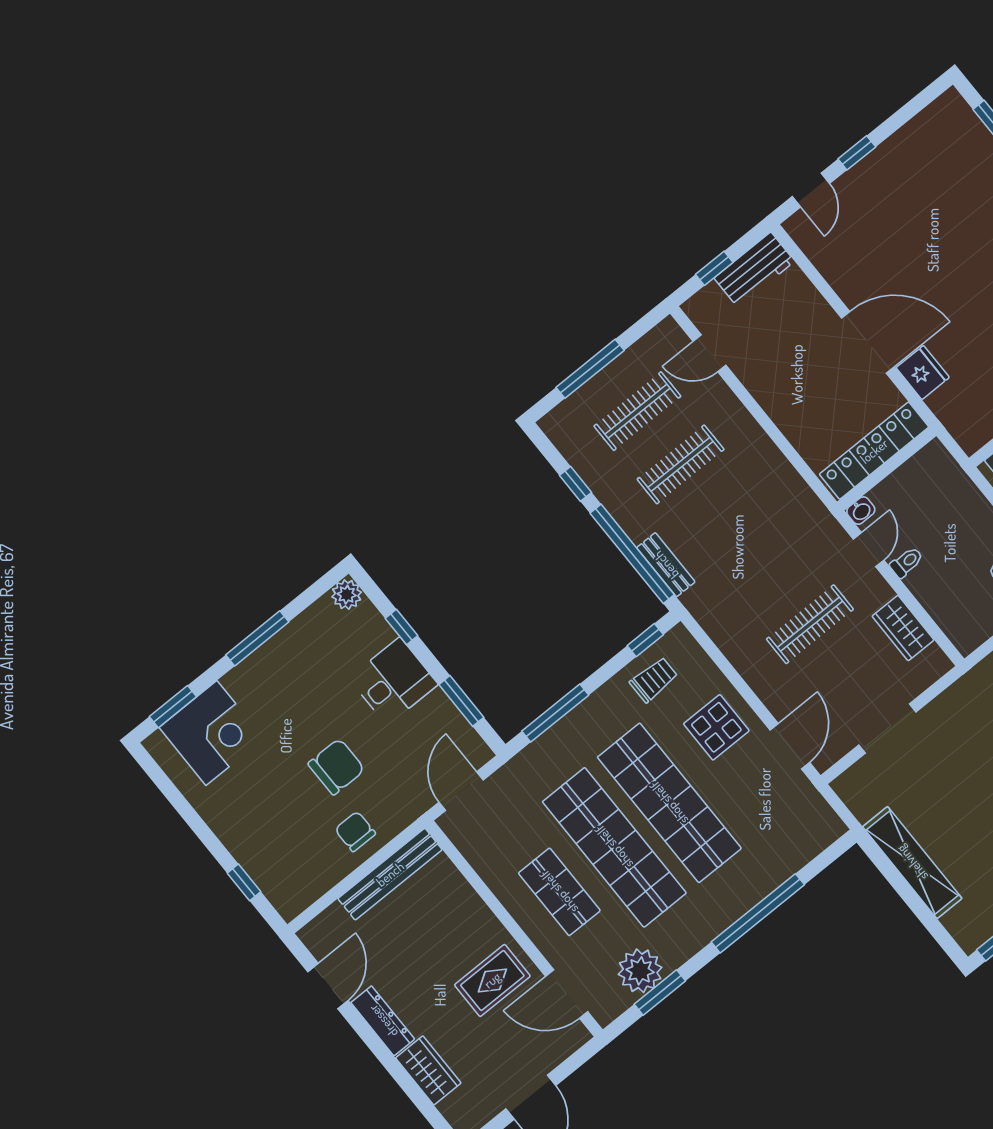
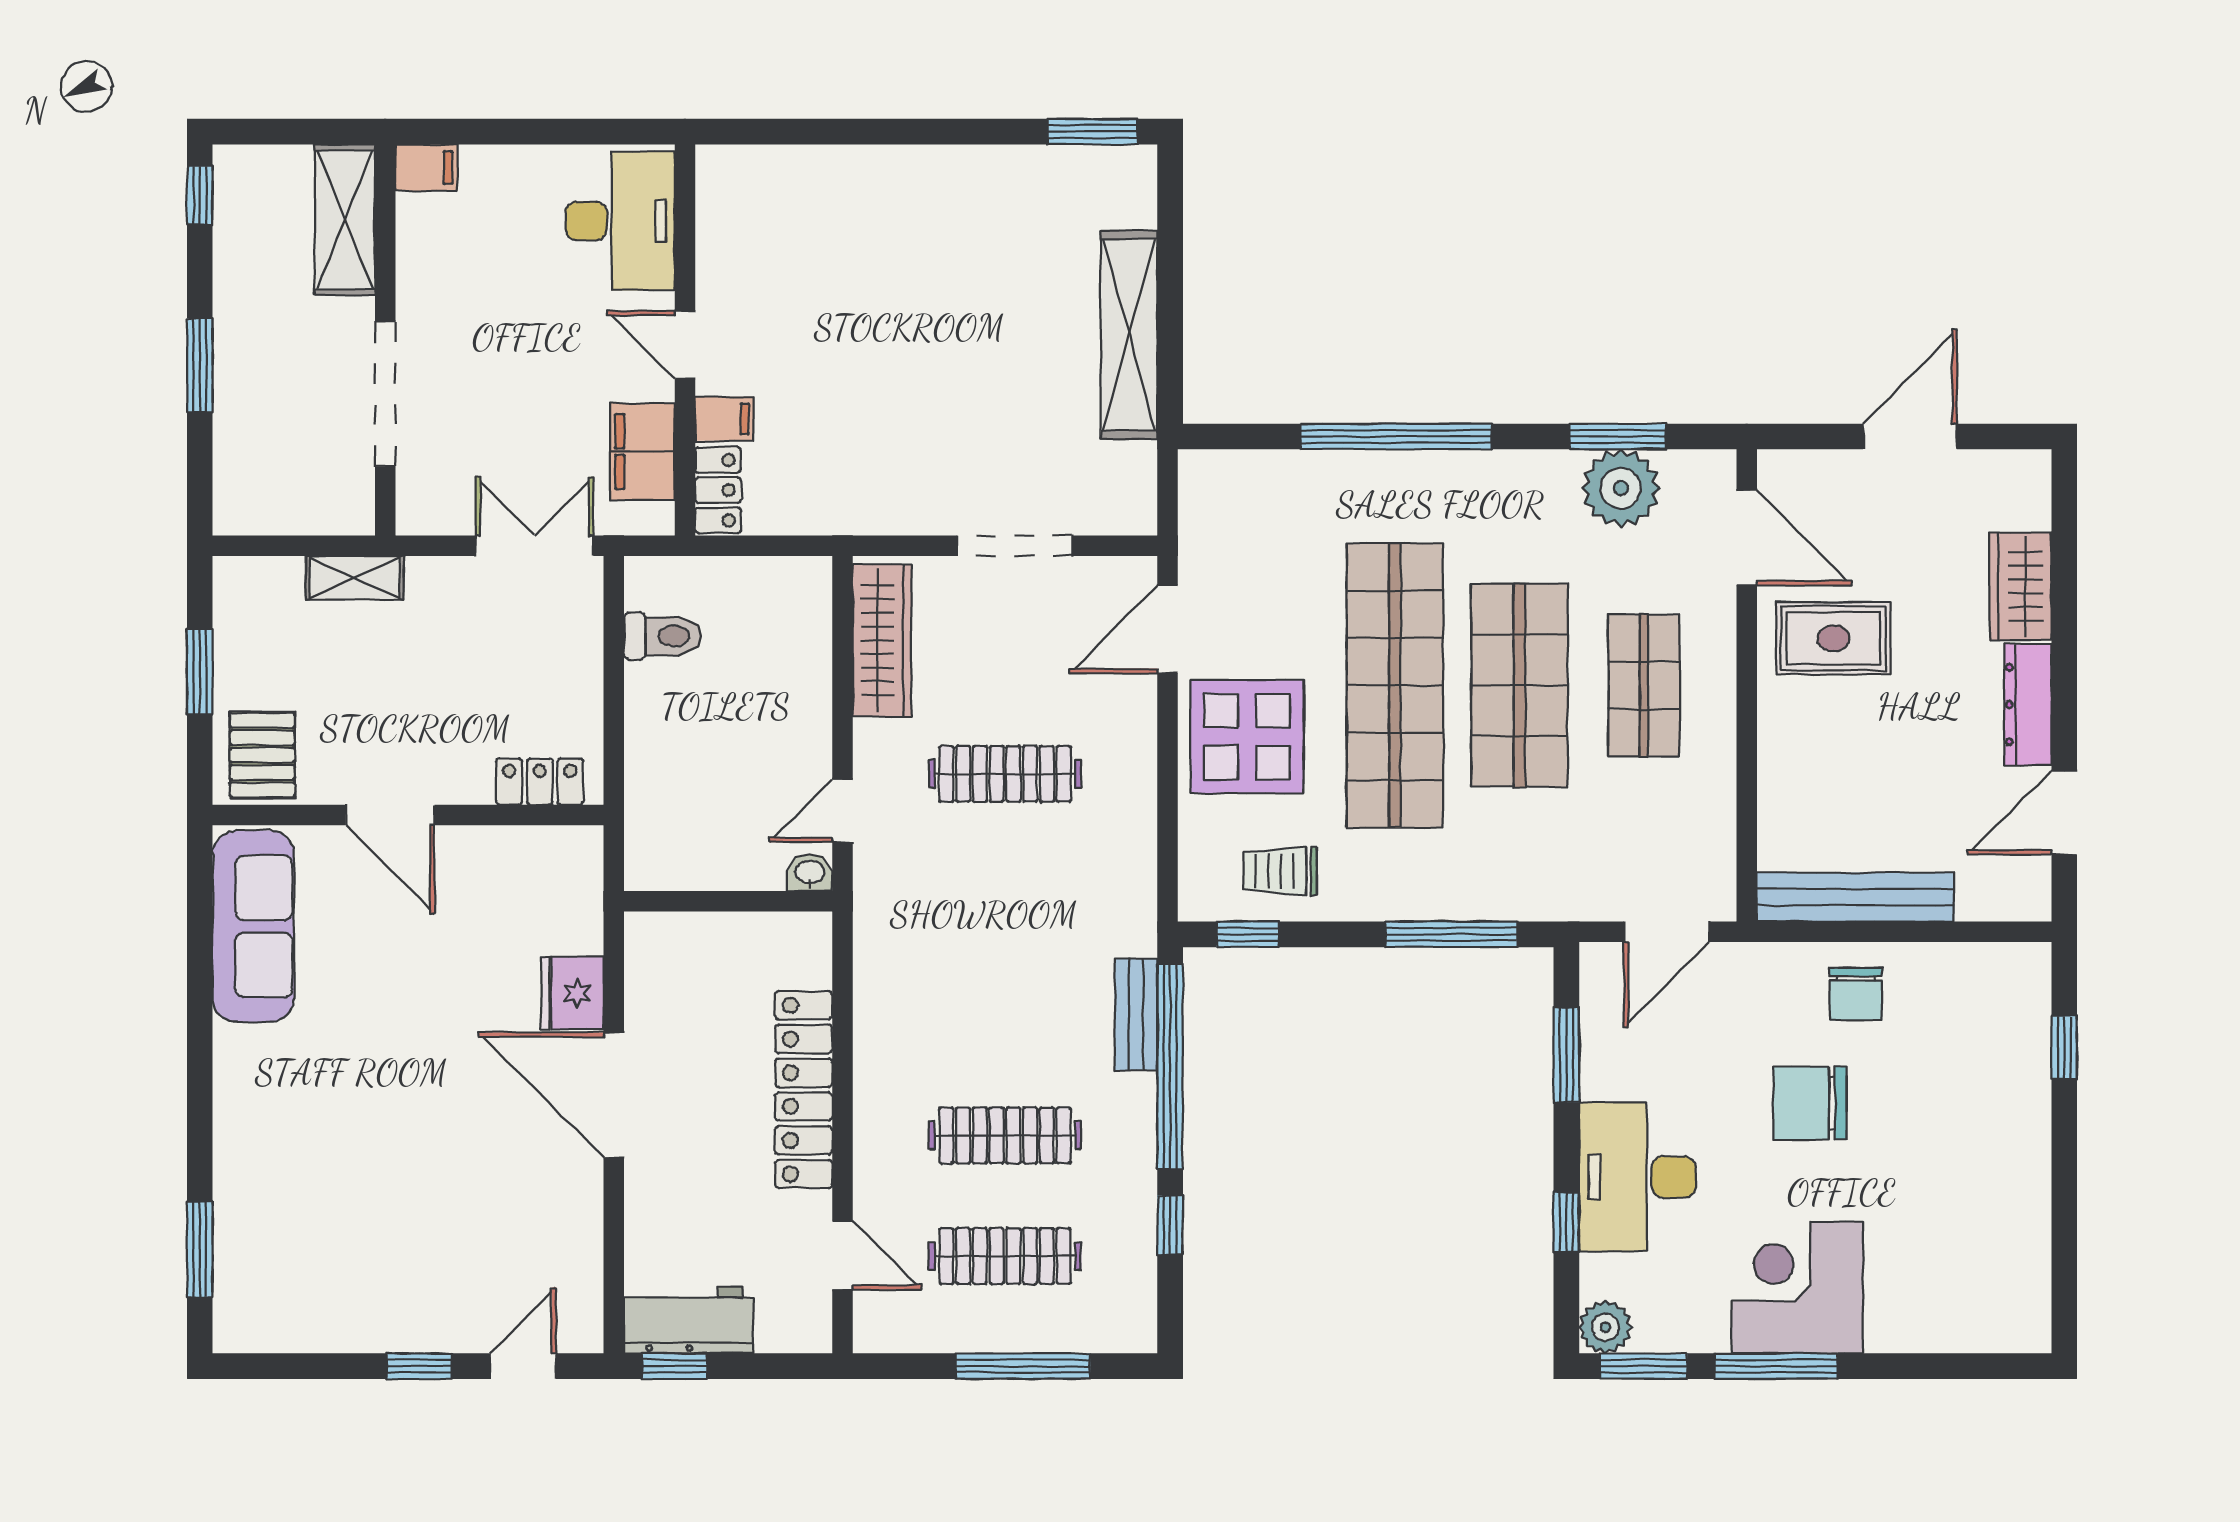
window: (714, 268) -> (675, 1366), moved
locker: (874, 451) -> (804, 1090), moved, turned 90
toilet: (907, 562) -> (804, 751), removed
wardrobe: (903, 628) -> (882, 640), width x1.50
desk: (393, 681) -> (1637, 1177), width x1.37
window: (173, 707) -> (1644, 1366), moved
display table: (716, 727) -> (1247, 737), width x1.36, depth x1.36
corner desk: (211, 733) -> (1797, 1288), moved
shop shelf: (614, 847) -> (1519, 685), width x0.71

